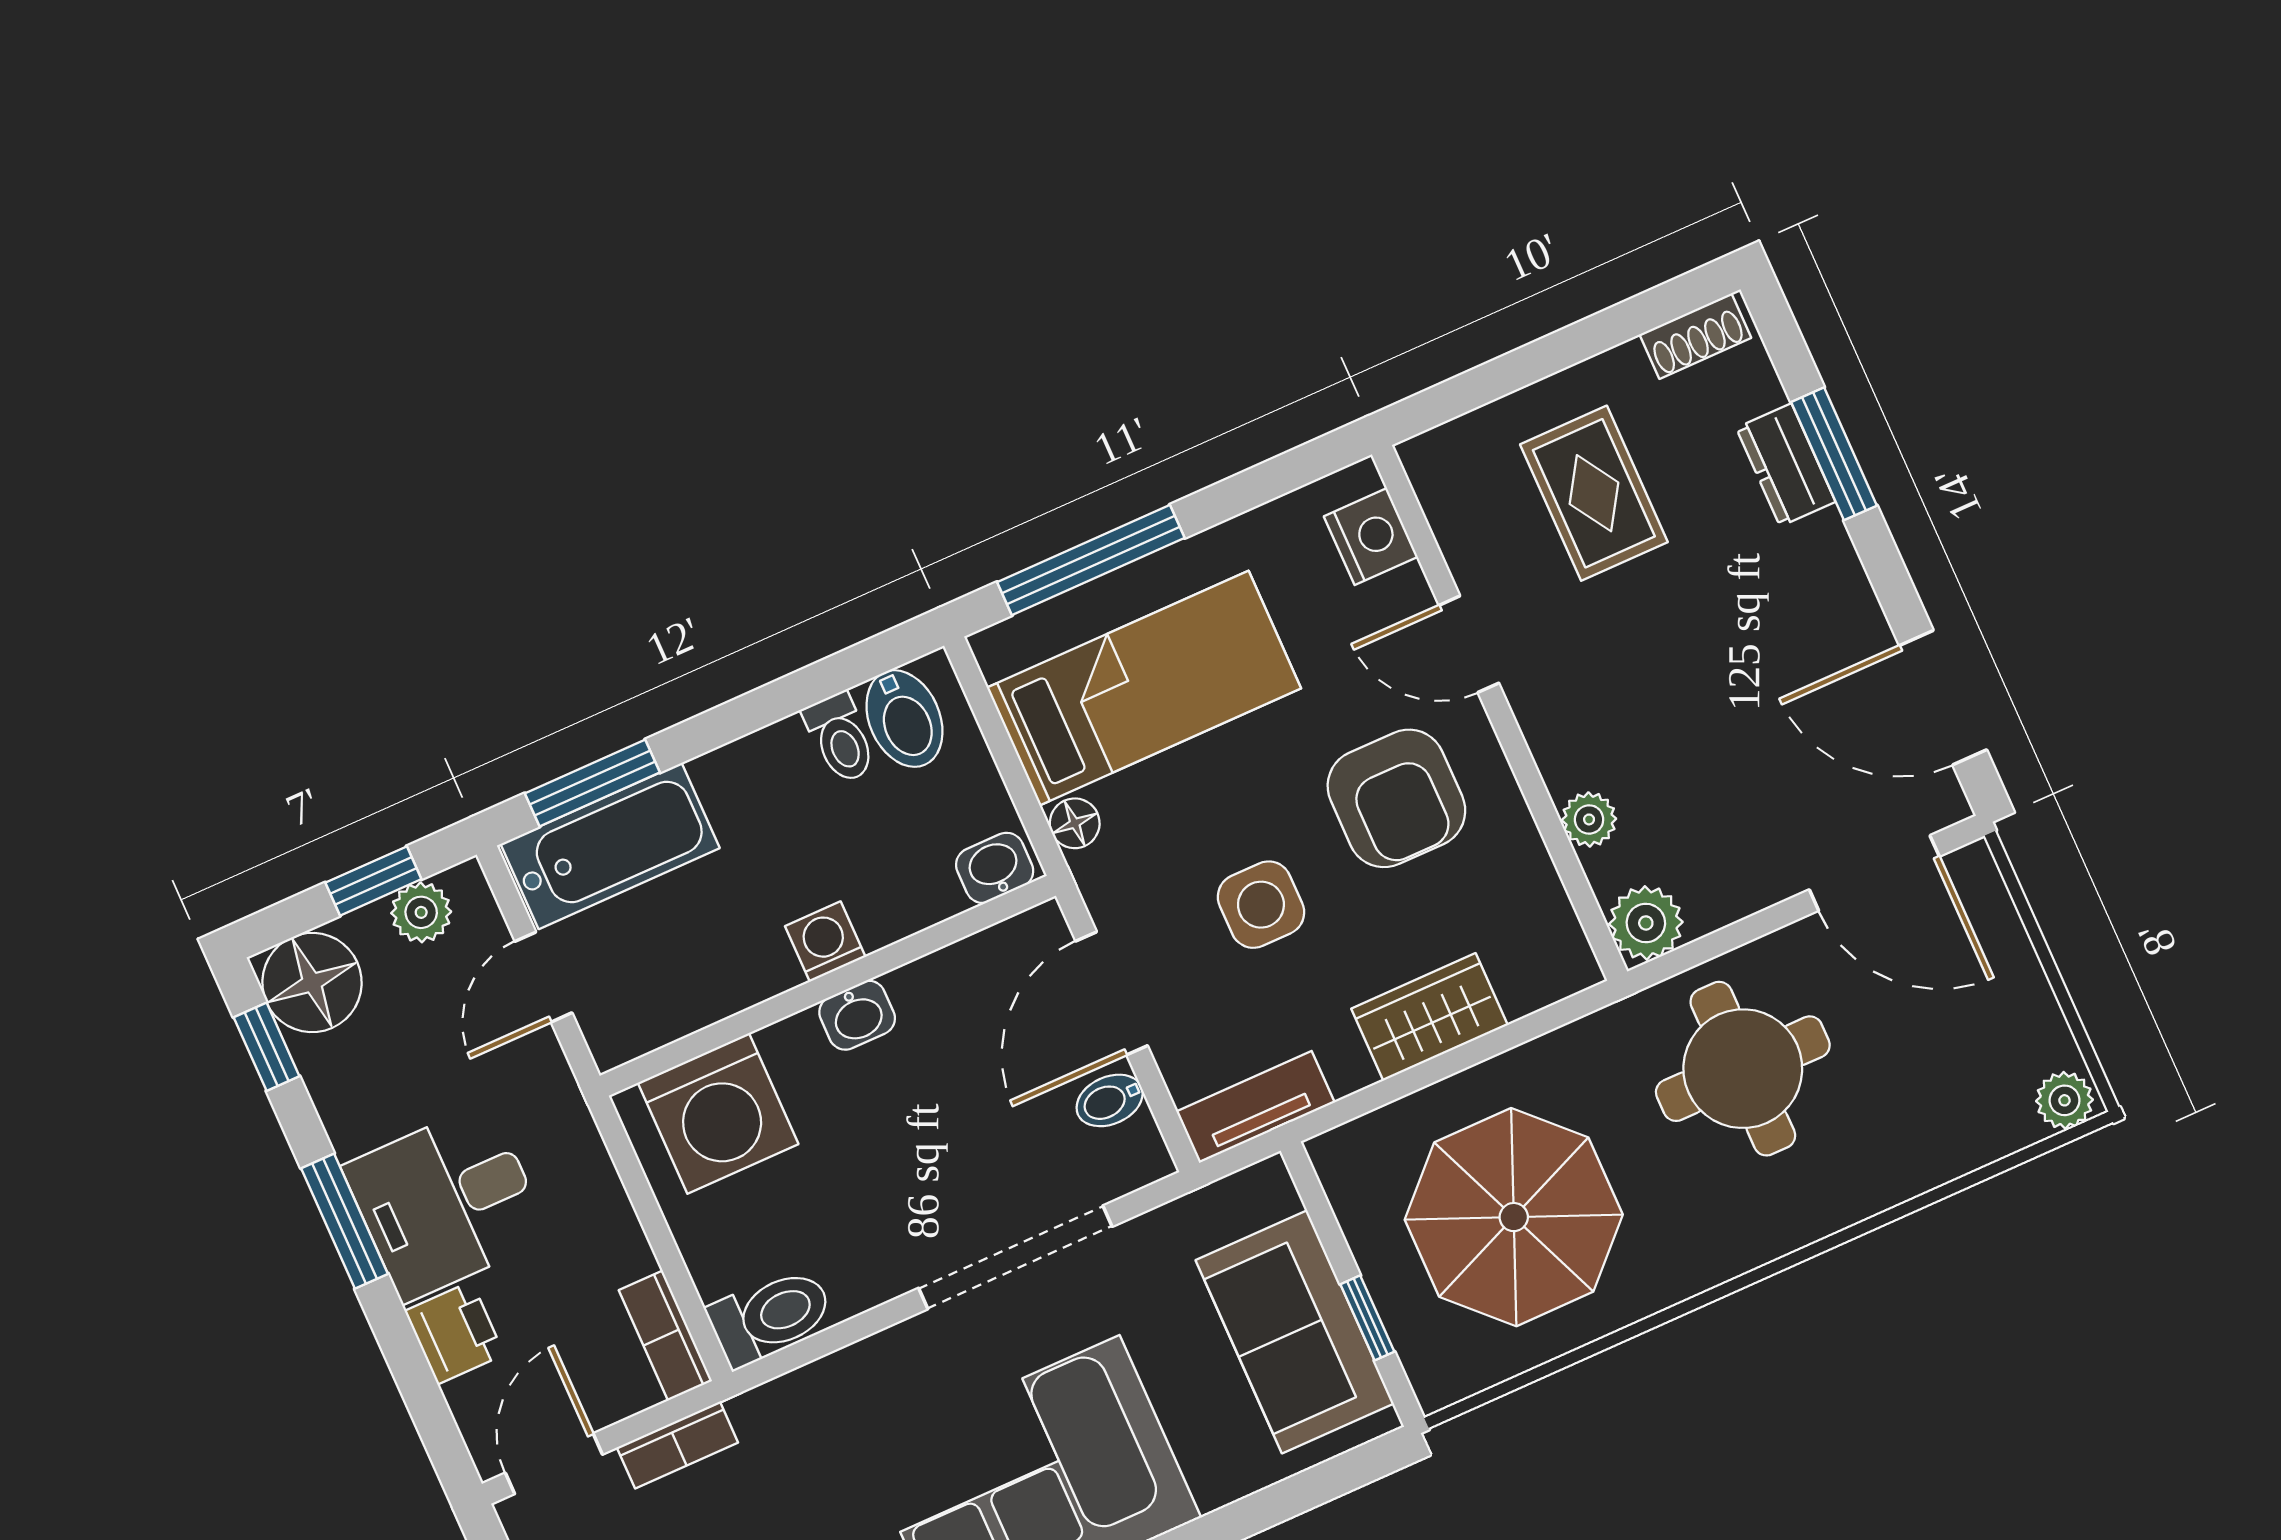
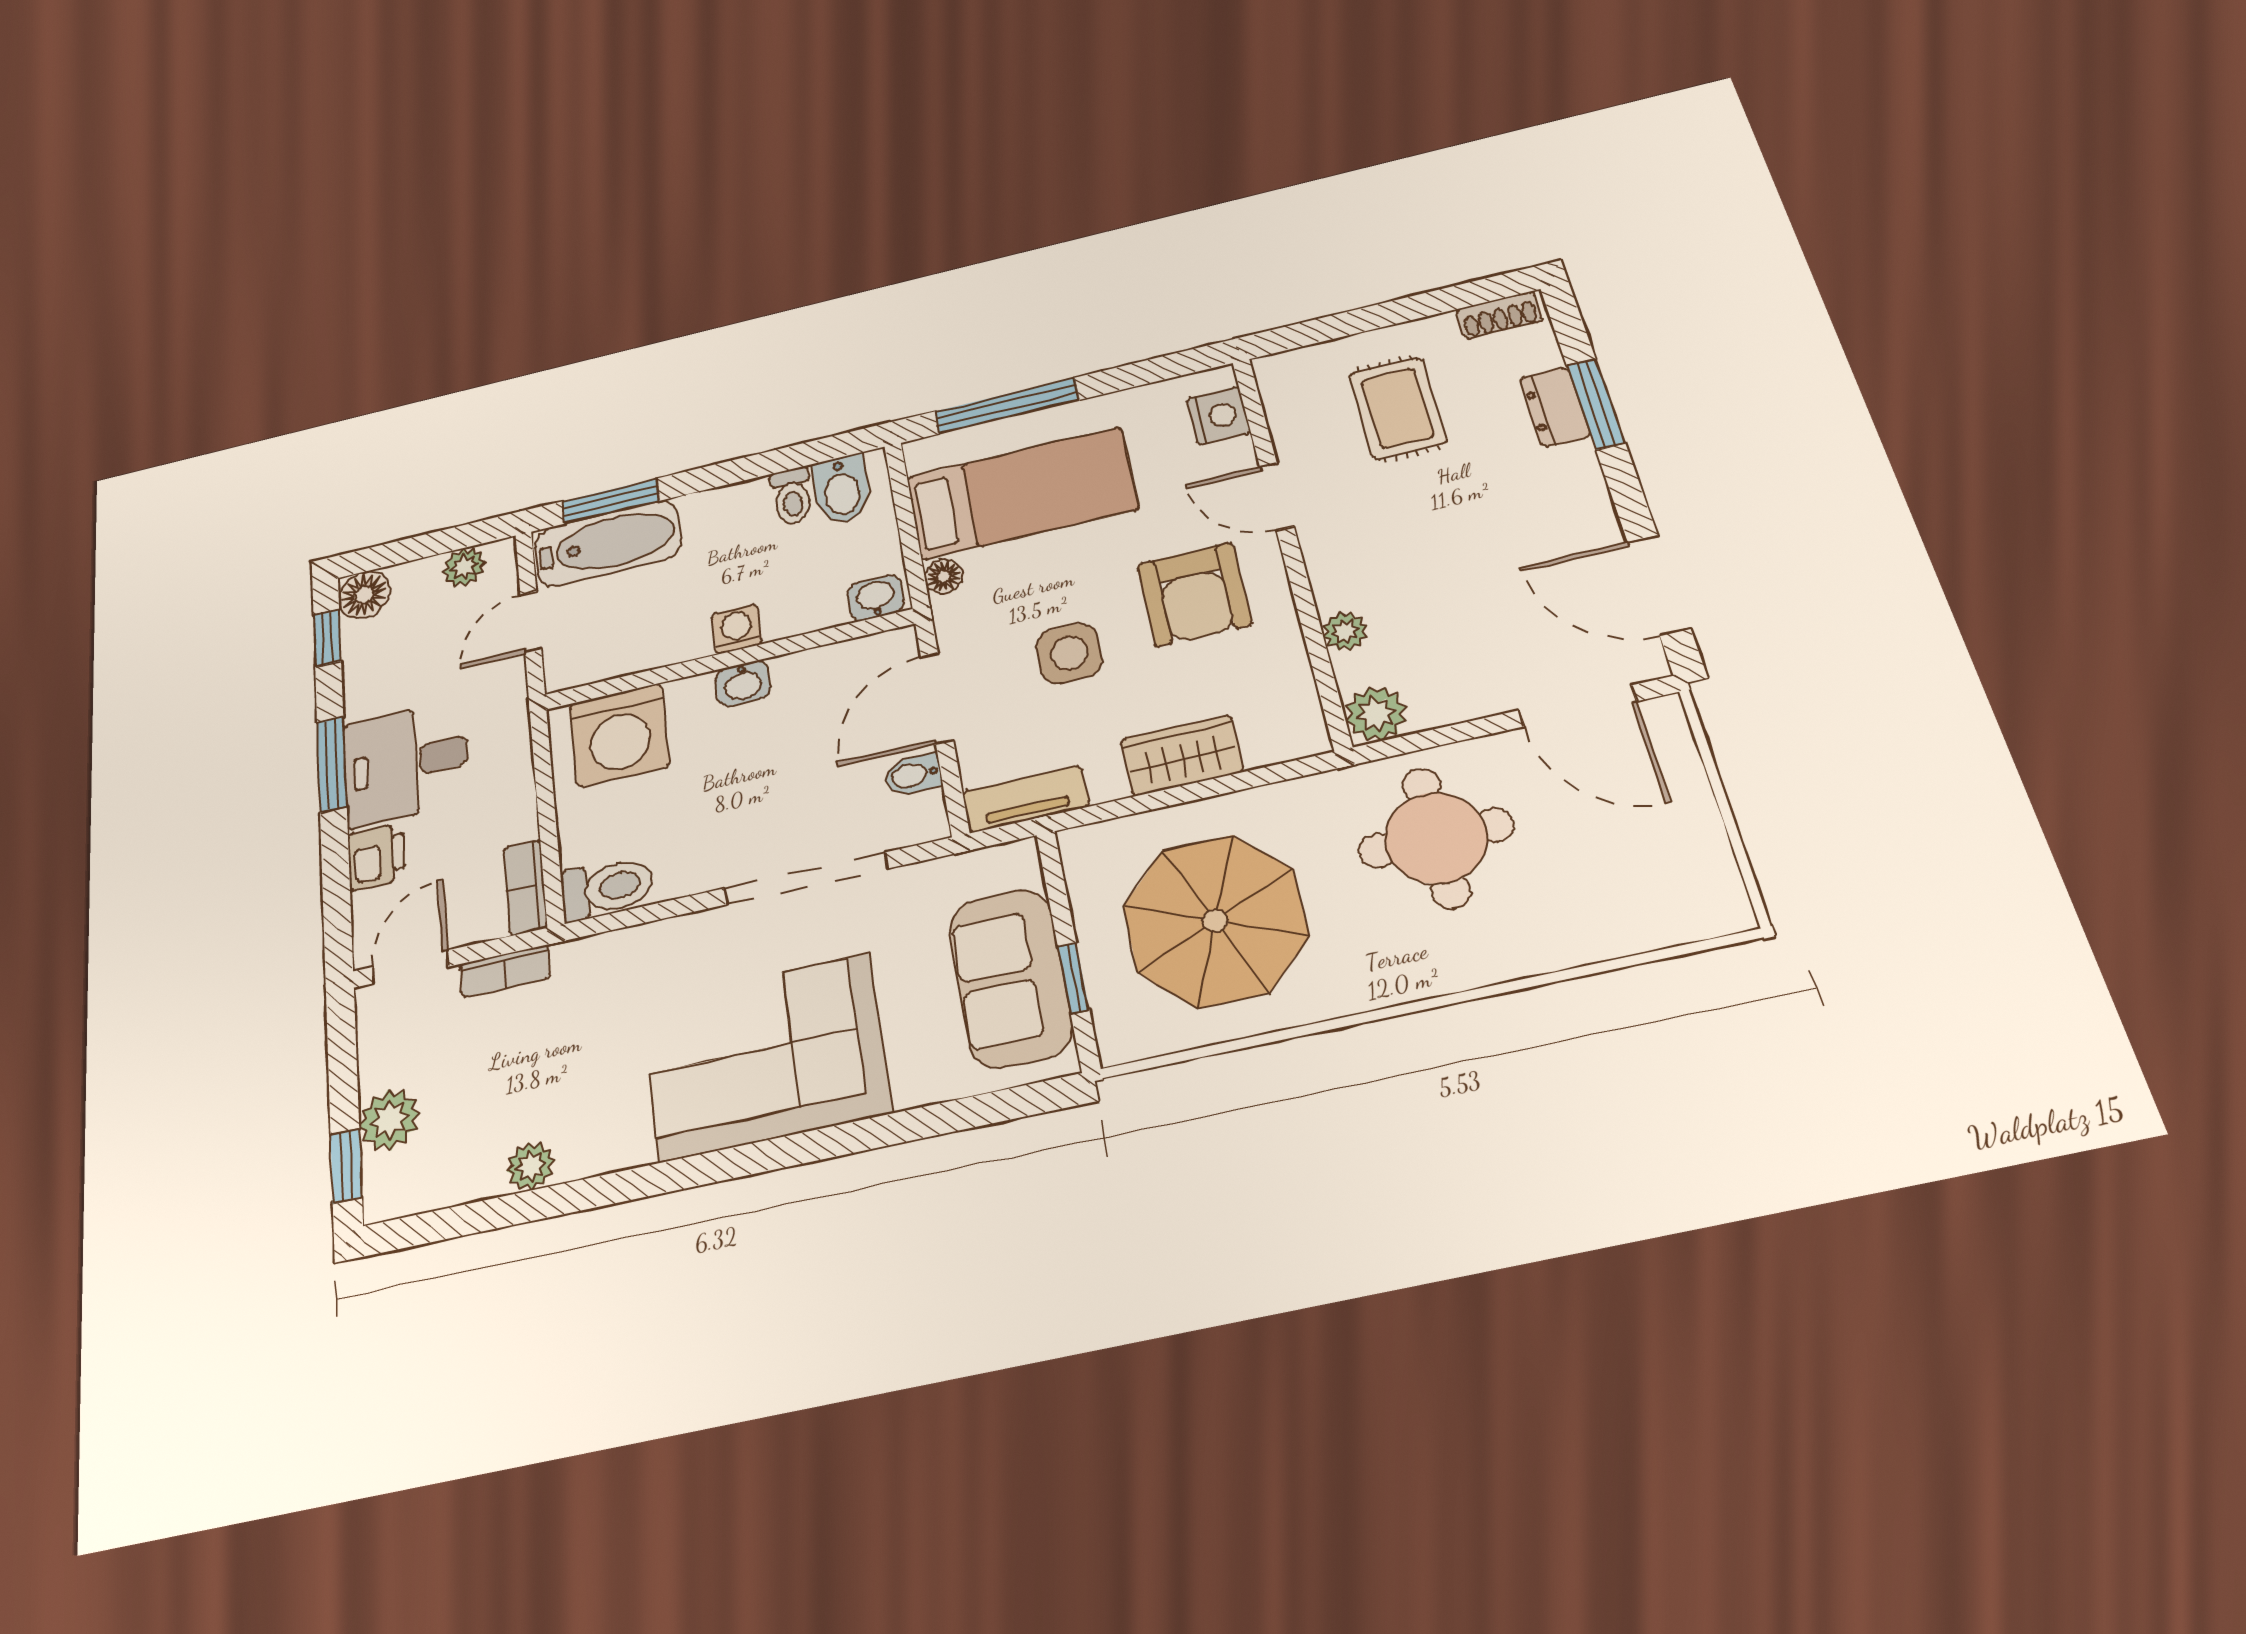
window: (373, 881) -> (441, 542), removed
floor lamp: (312, 983) -> (364, 595), width x0.73, depth x0.73
plant: (2064, 1100) -> (1721, 912), removed

